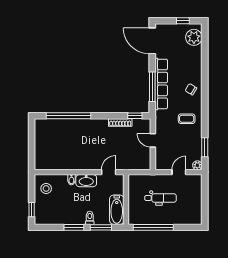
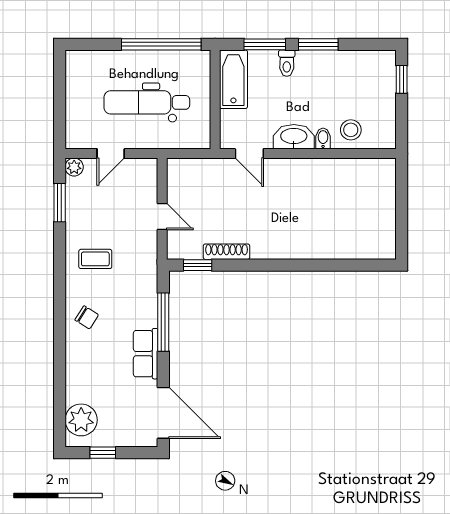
row of seats: (161, 84) -> (146, 354), width x0.50
window: (69, 116) -> (329, 265), removed
door: (109, 172) -> (249, 154), hinge flipped
stool: (46, 188) -> (351, 130), moved
dental chair: (161, 198) -> (147, 102), width x1.36, depth x1.38

